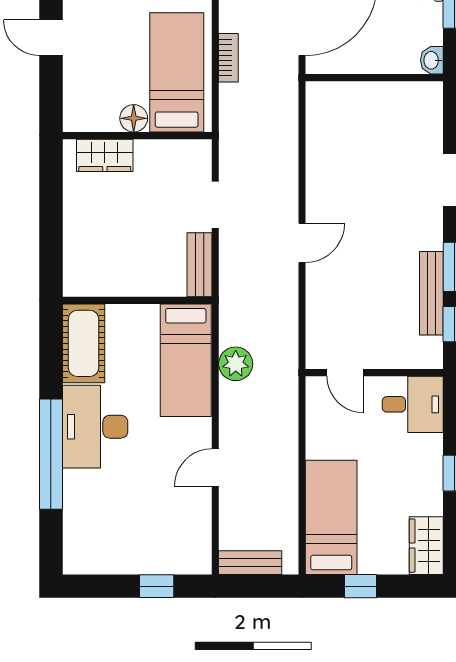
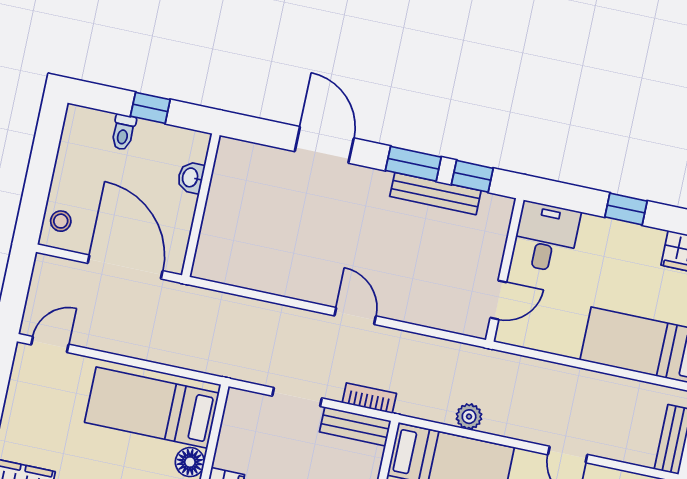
bookcase: (228, 58) -> (369, 398), moved
washbasin: (432, 60) -> (191, 178), moved, turned 90
plant: (236, 364) -> (469, 417), width x0.73, depth x0.73

